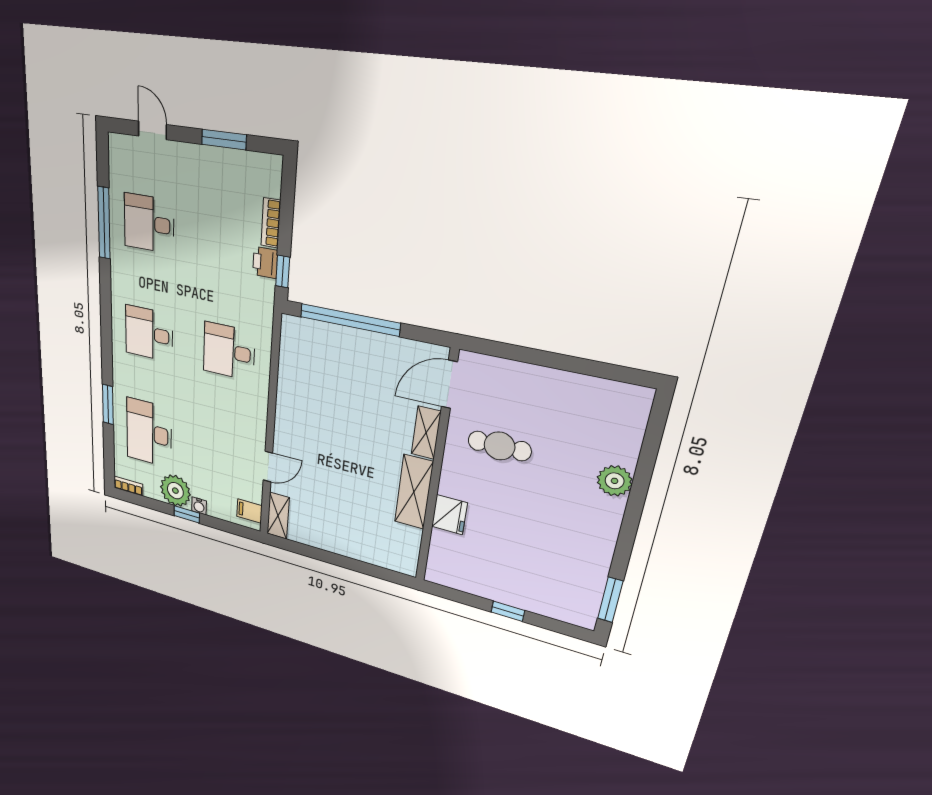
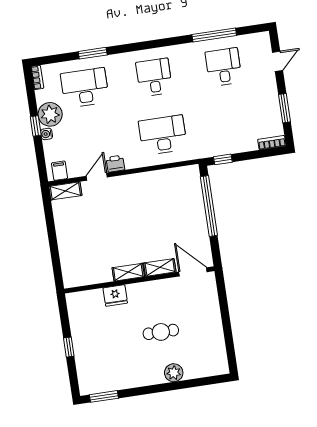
bookcase: (271, 223) -> (272, 143), moved
printer: (265, 263) -> (115, 164), moved
desk: (229, 351) -> (163, 135), width x1.37
cafe table: (500, 446) -> (161, 332), moved, turned 90
door: (268, 467) -> (97, 177), swing flipped
shelving: (414, 492) -> (128, 272), width x0.67, depth x0.75

